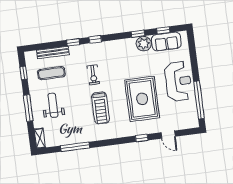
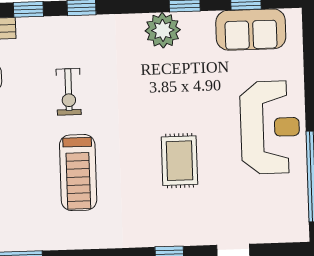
plant: (144, 44) -> (163, 30), moved
rug: (142, 99) -> (179, 161), width x0.54, depth x0.49

